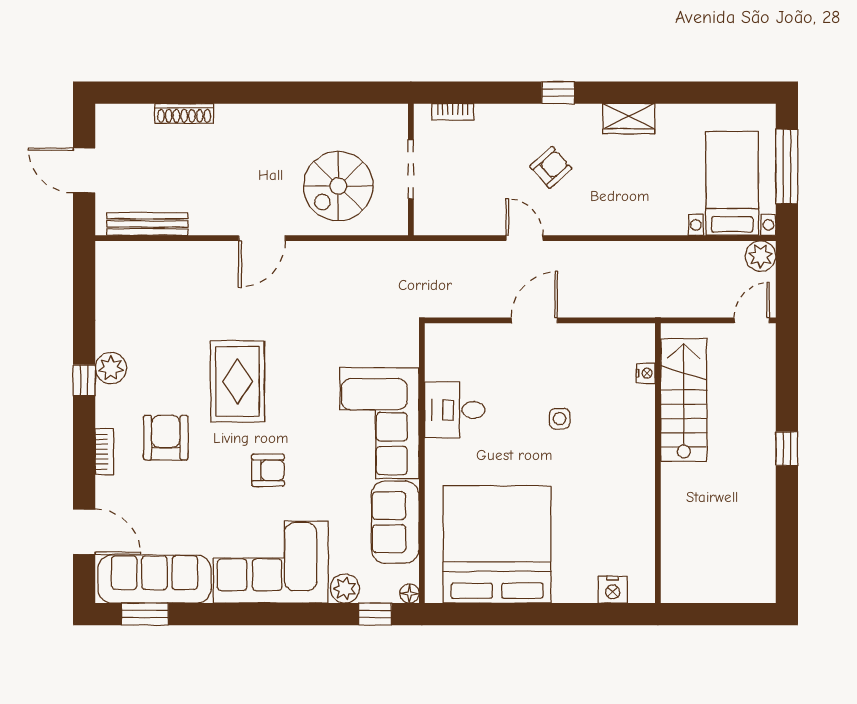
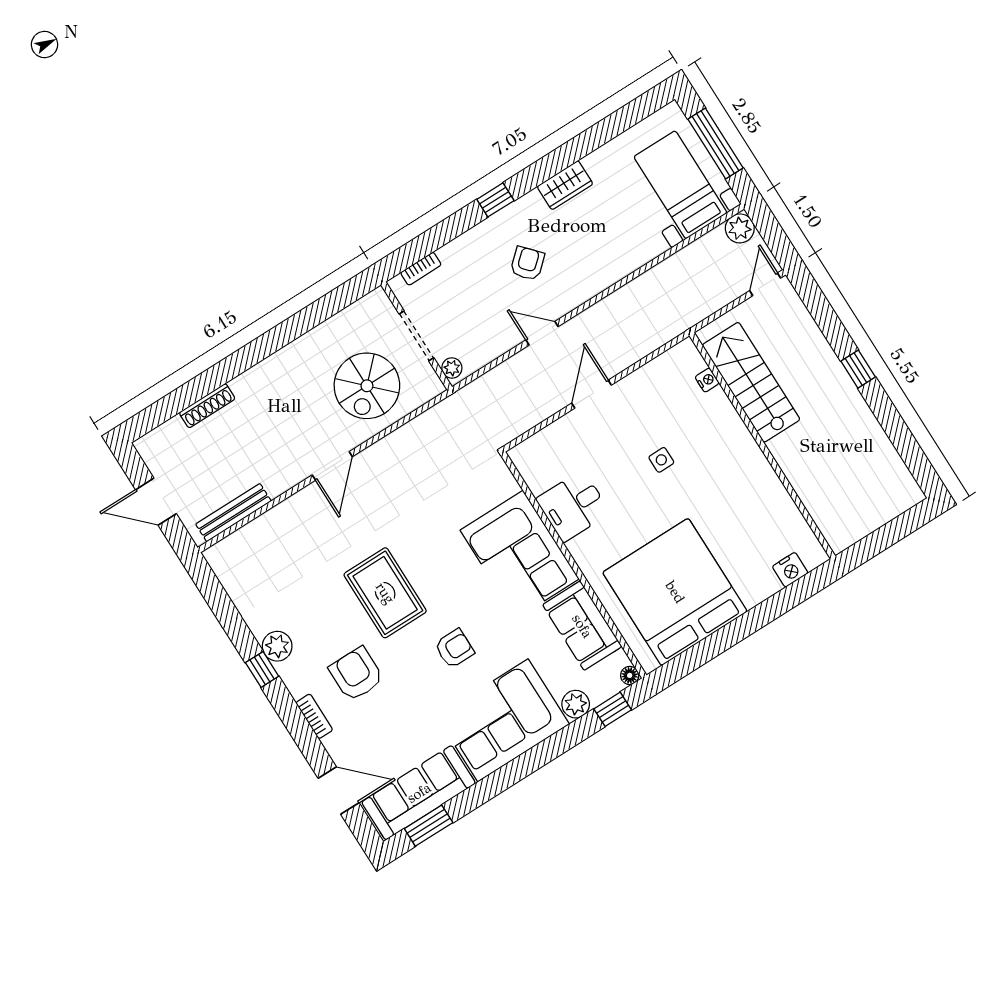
plant: (424, 218) -> (452, 368), added

